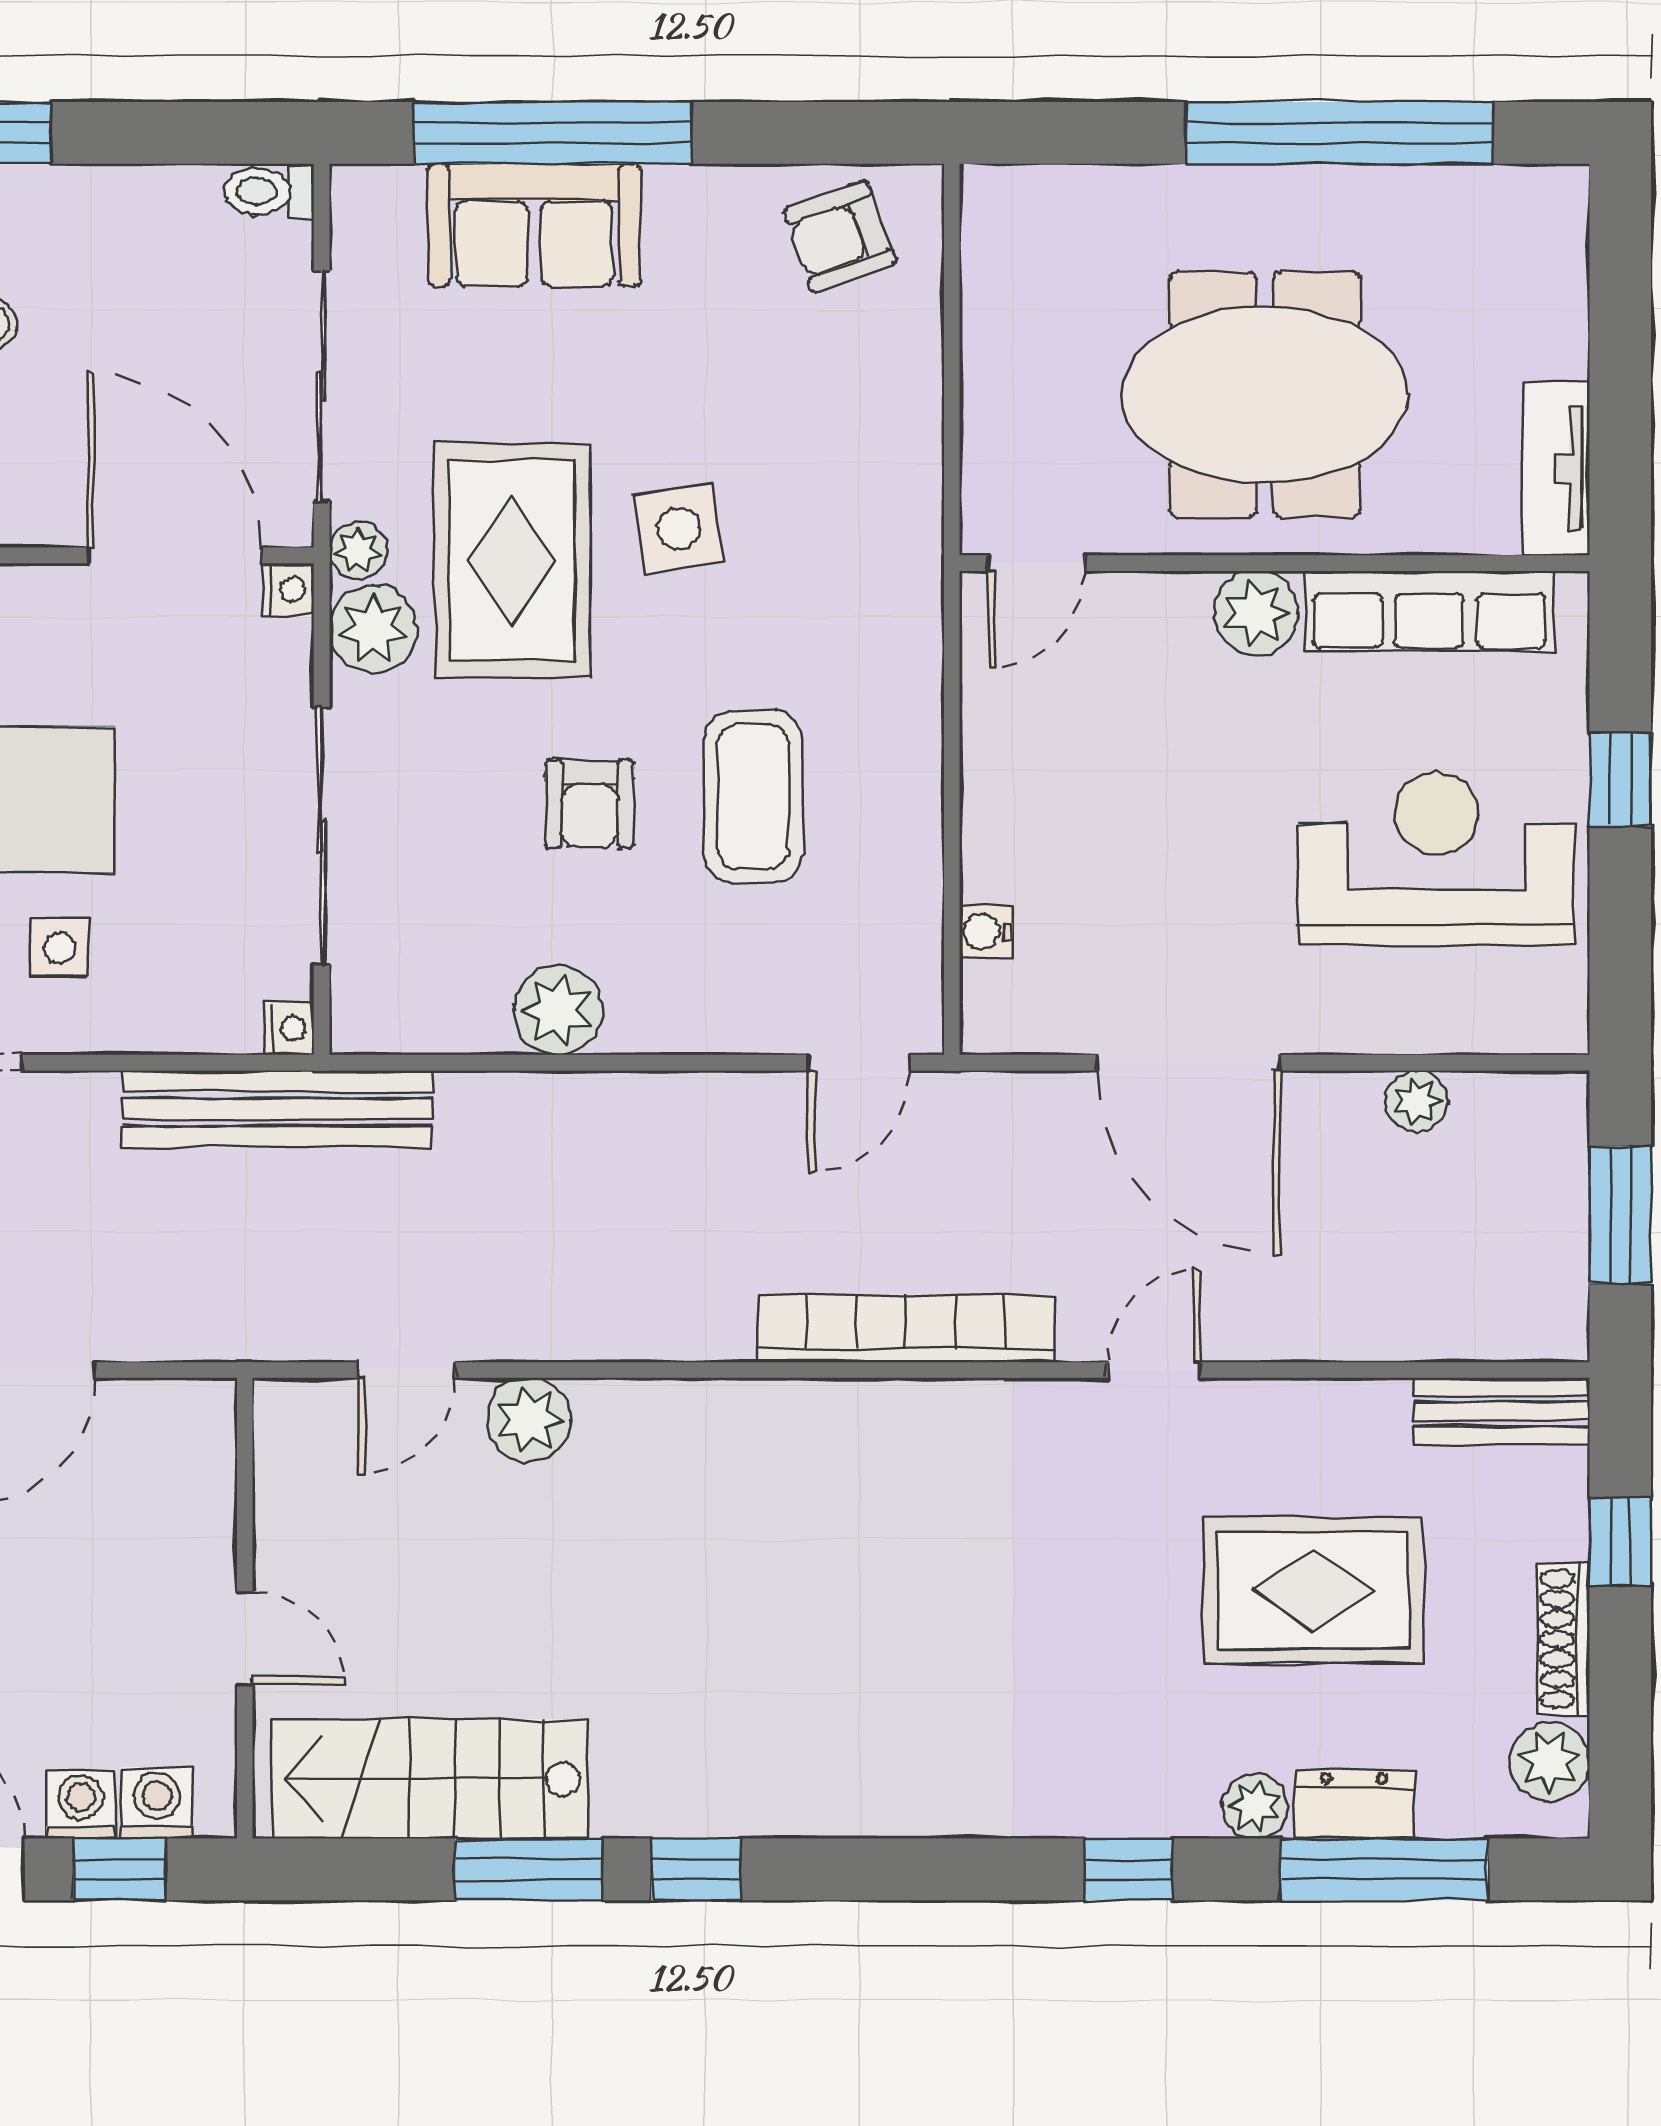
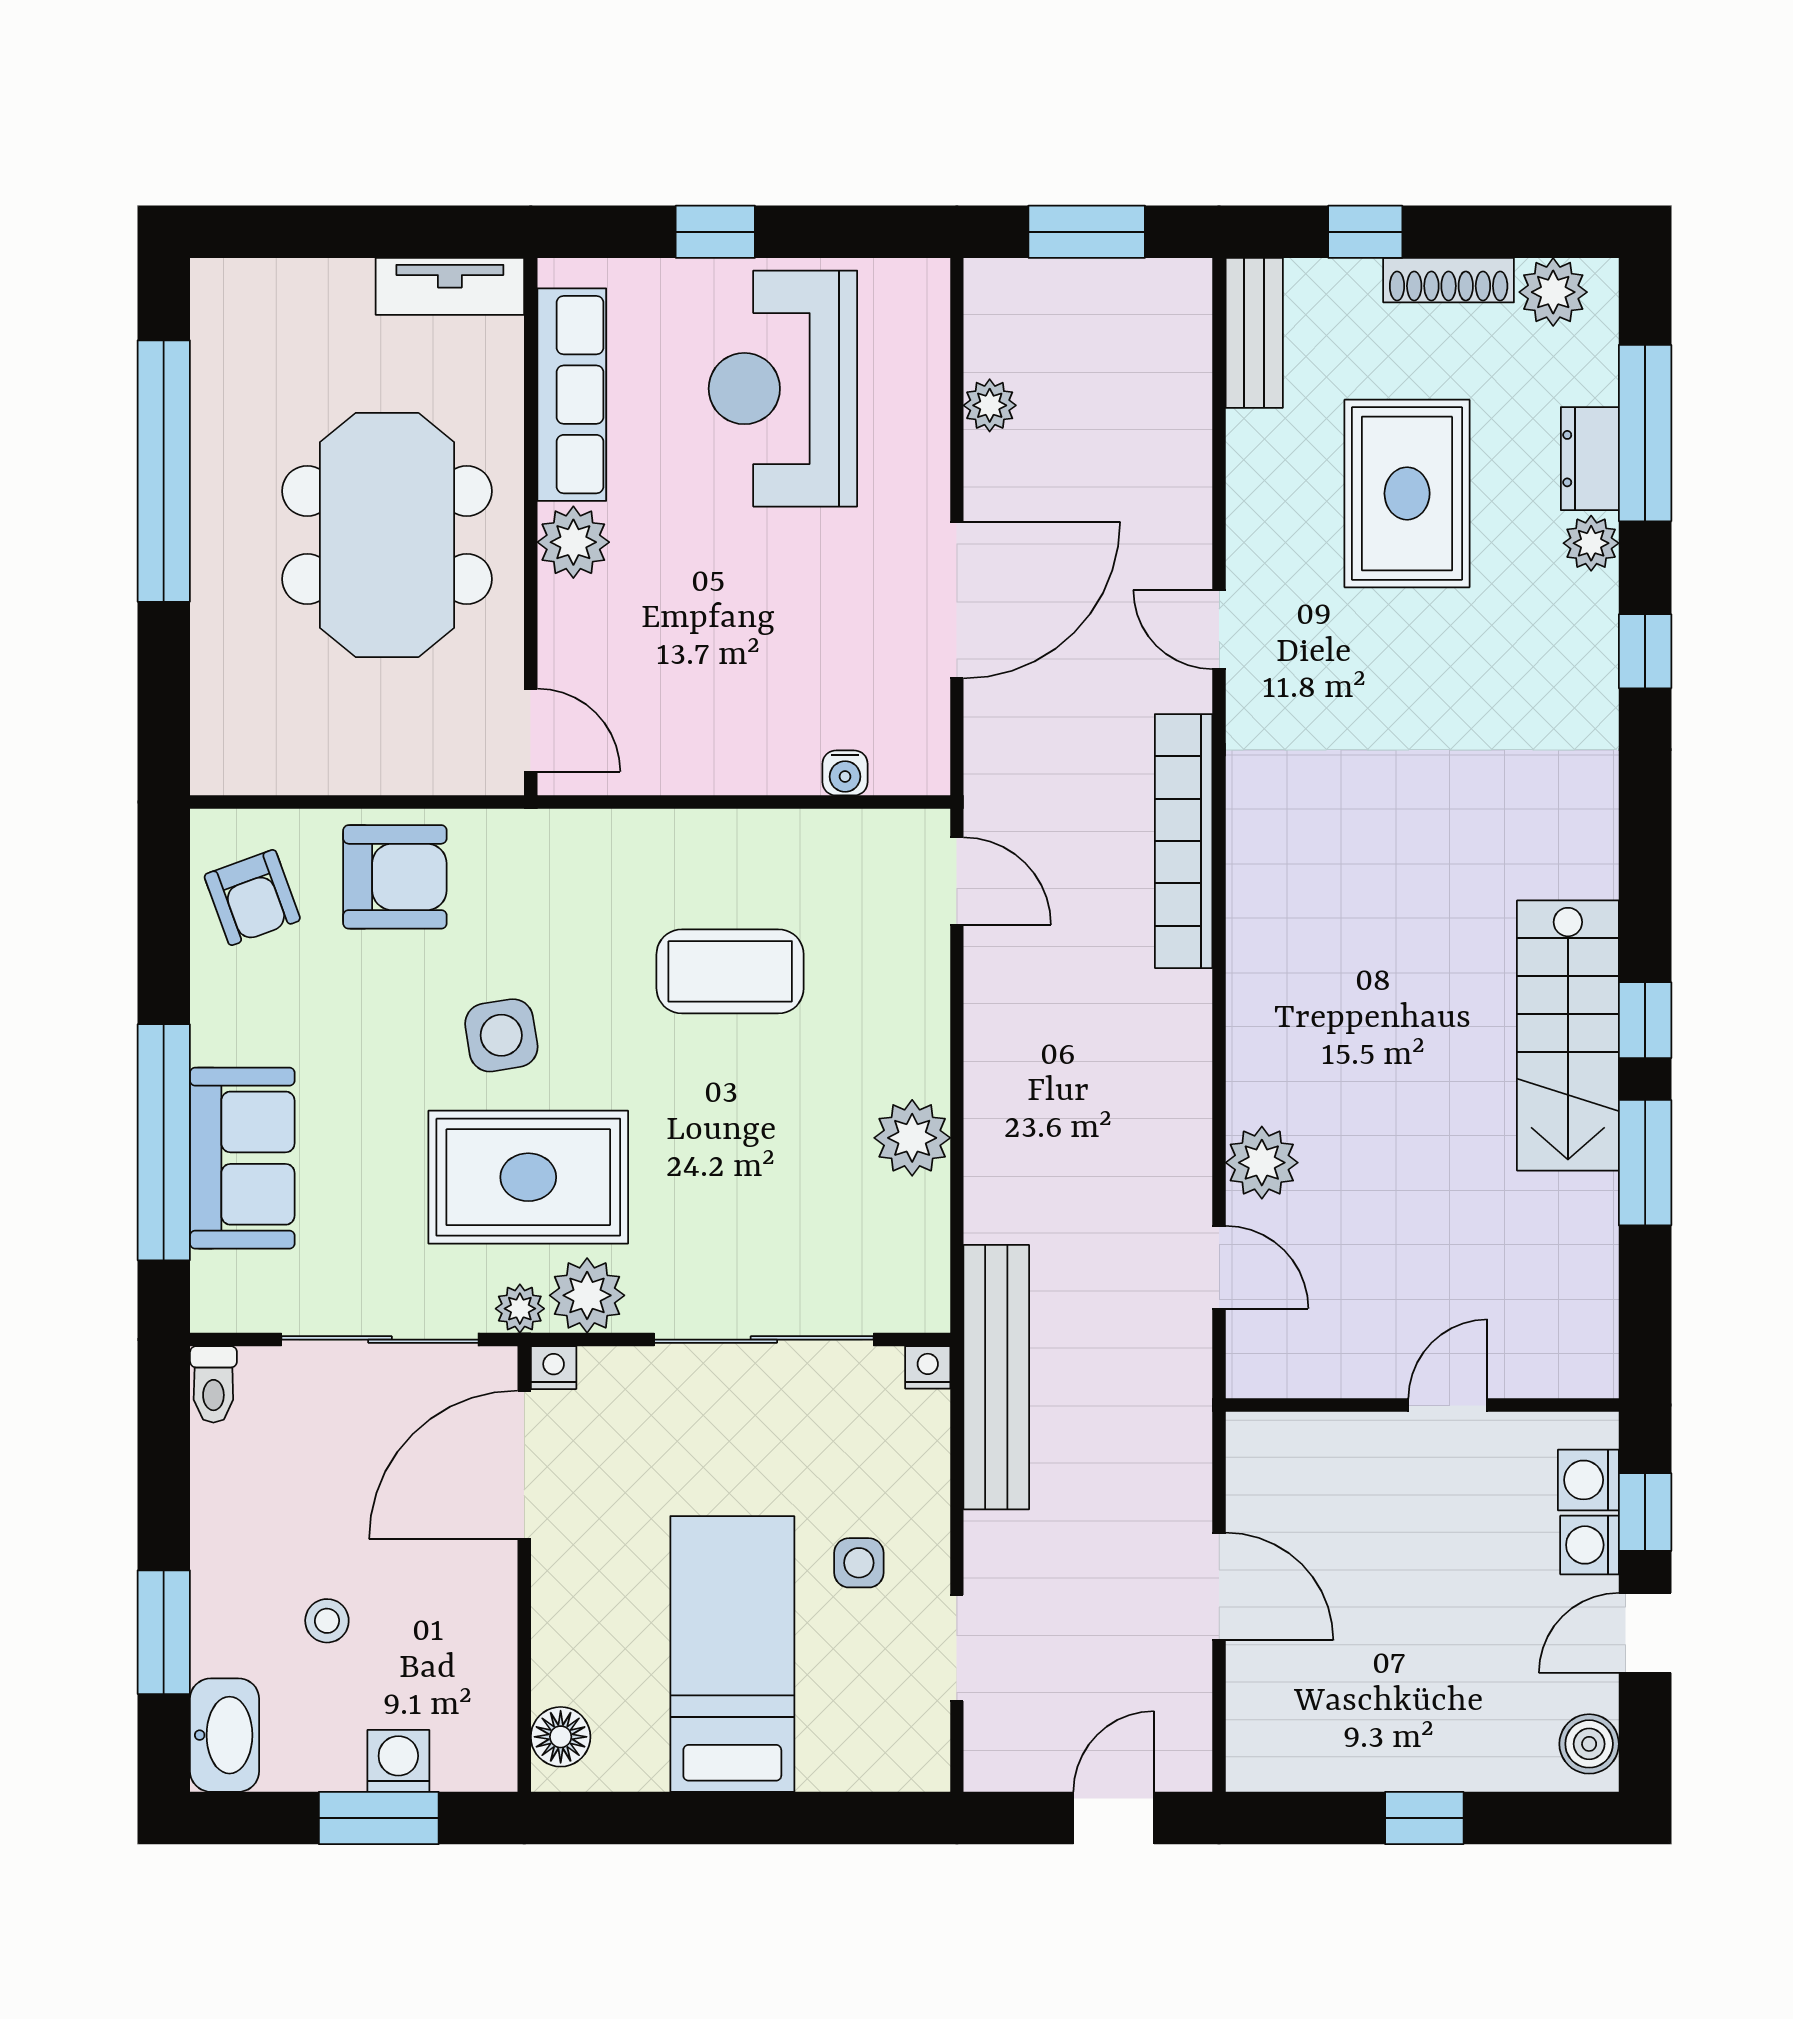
armchair: (590, 804) -> (395, 877), moved, width x1.38, depth x1.38
stairs: (430, 1779) -> (1568, 1035), moved

